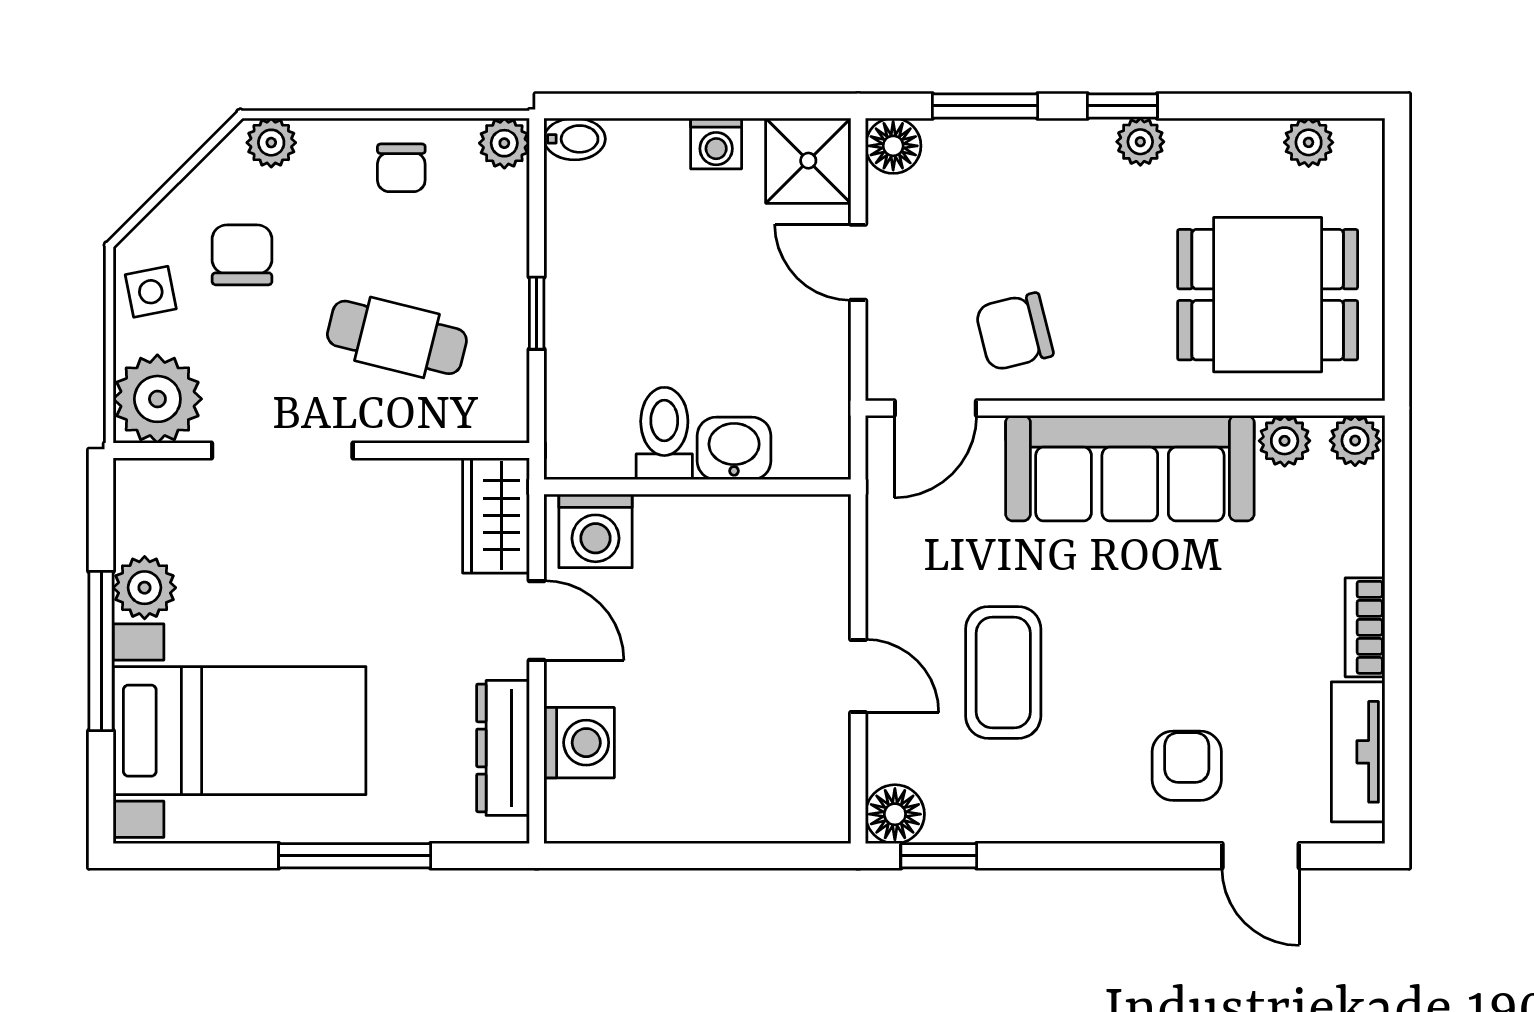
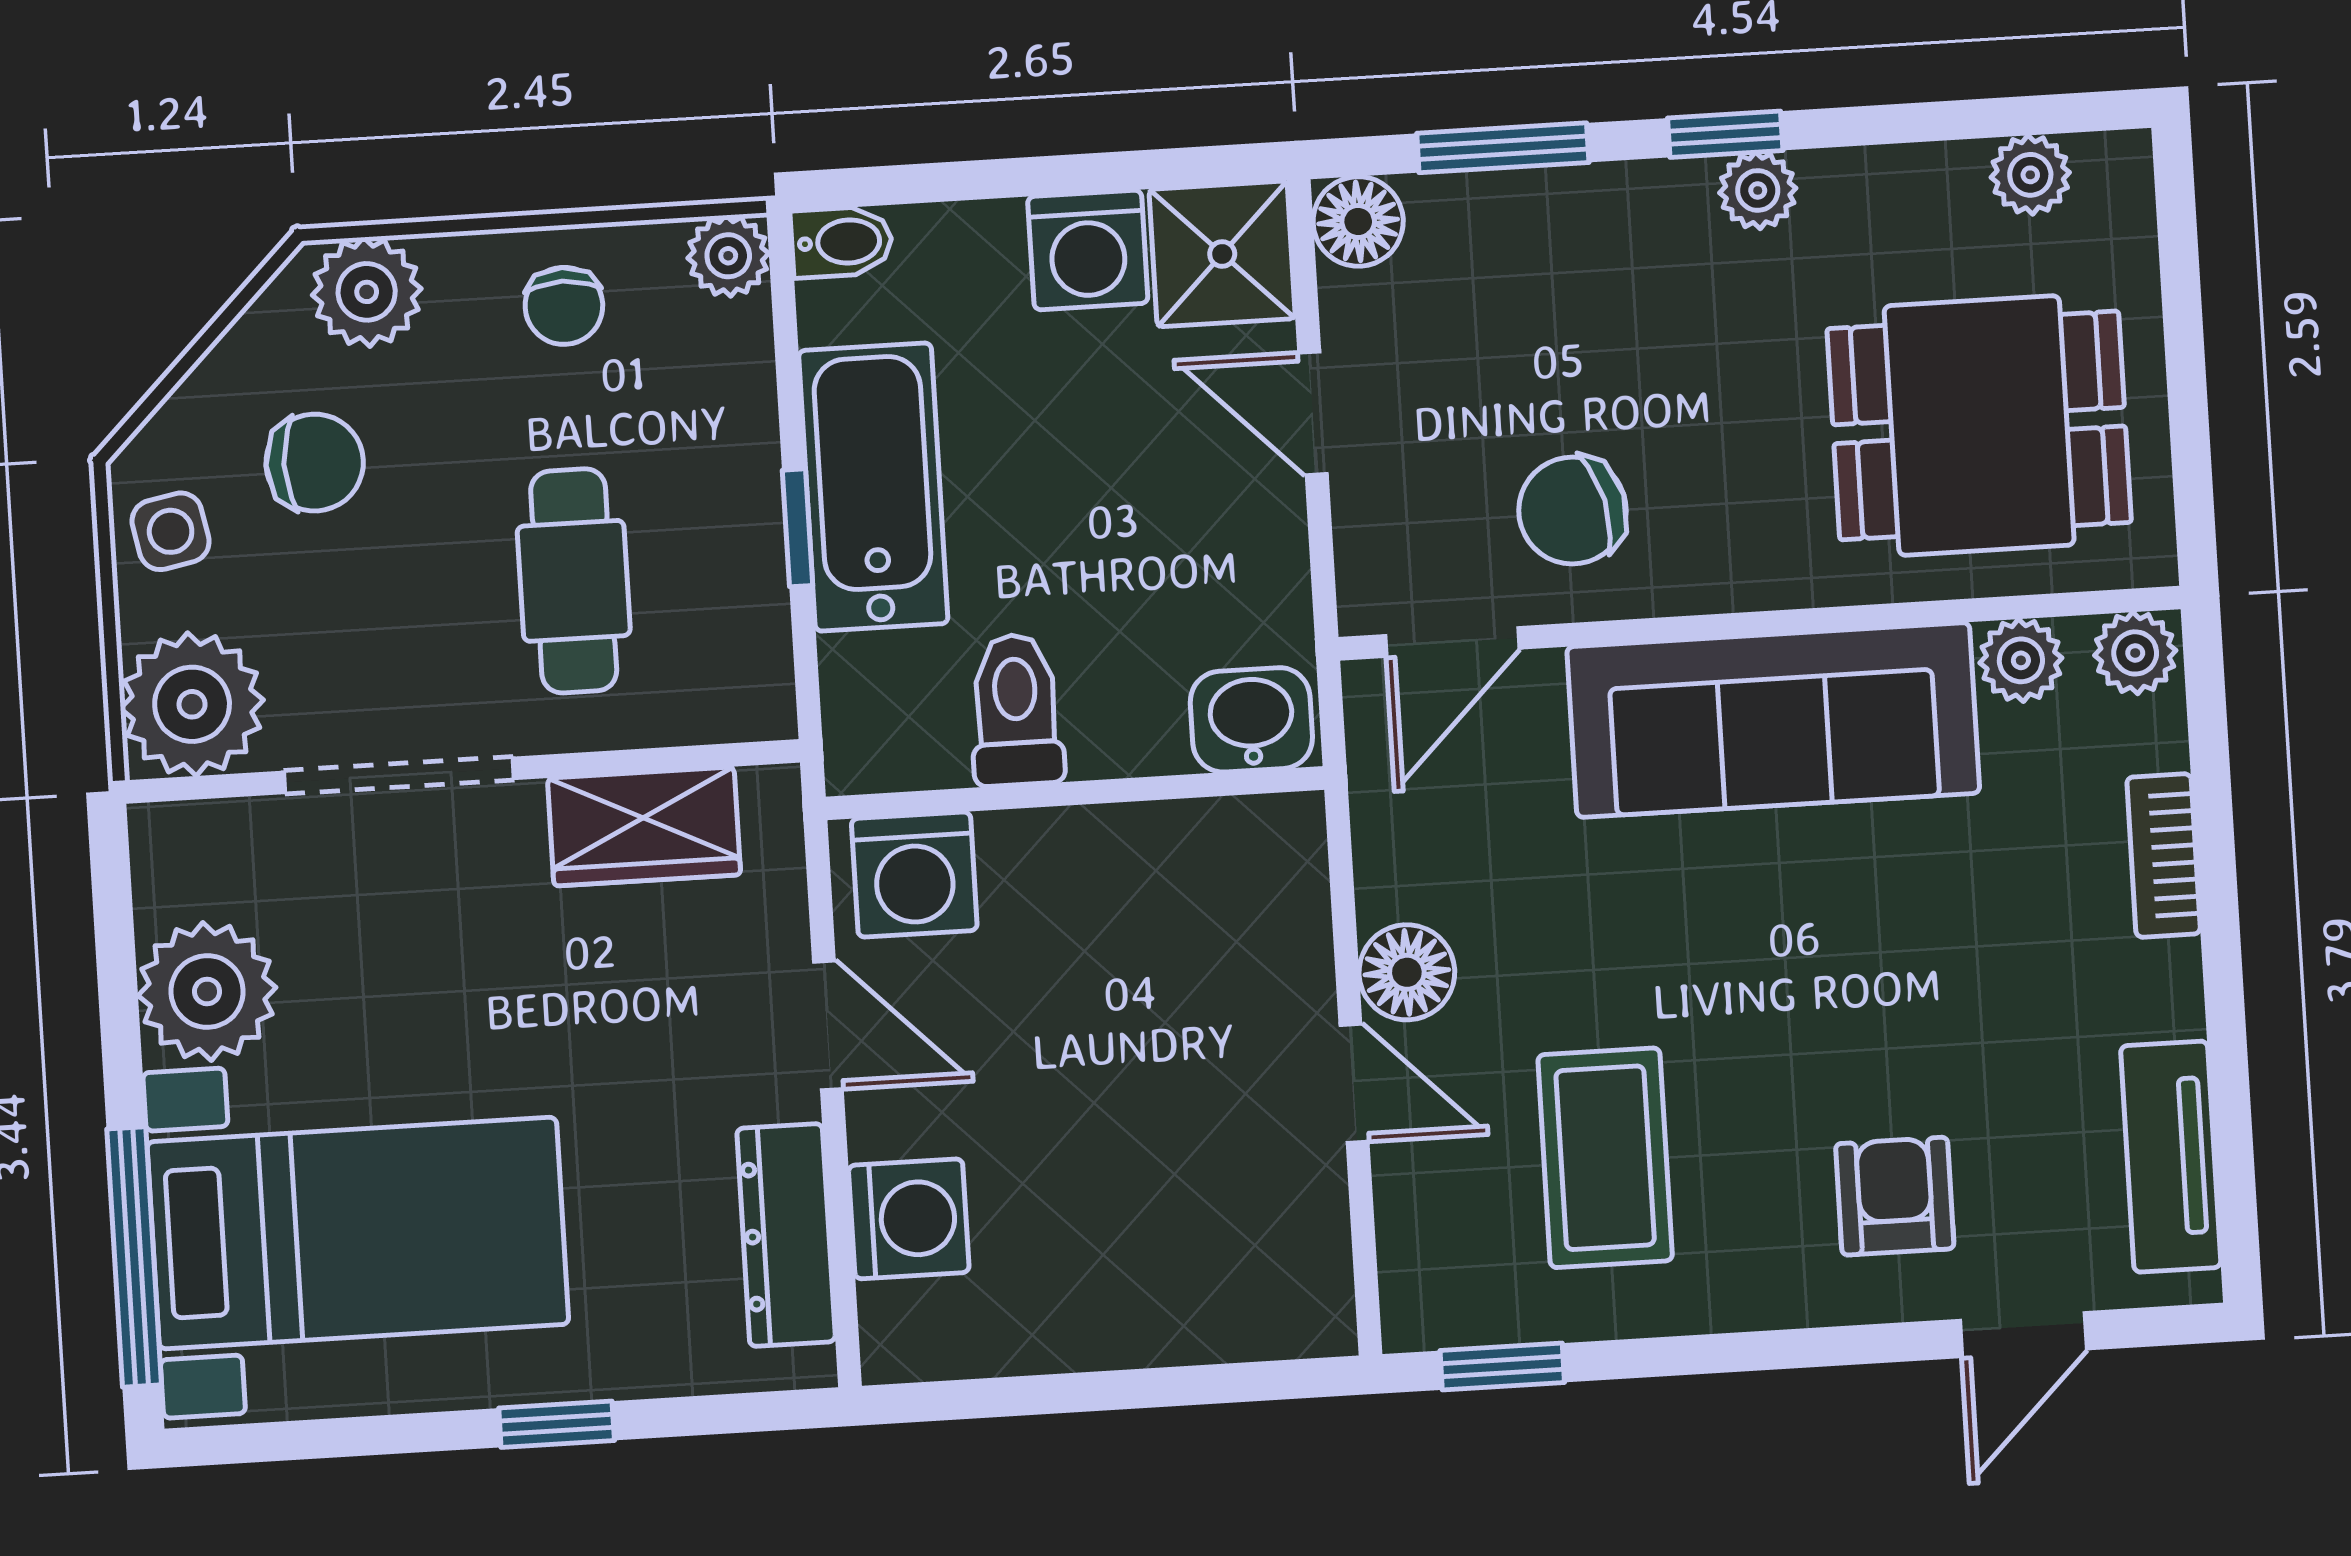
plant: (271, 143) -> (367, 292), width x1.38, depth x1.38
washing machine: (716, 144) -> (1088, 250), width x1.38, depth x1.38
chair: (242, 255) -> (315, 463), turned 90
bathtub: (585, 291) -> (873, 487), added
cafe table: (397, 337) -> (574, 581), turned 76
washbasin: (734, 448) -> (1251, 720), moved
wardrobe: (496, 515) -> (644, 826), moved, turned -90
plant: (145, 588) -> (207, 991), width x1.36, depth x1.36
bookcase: (1365, 627) -> (2164, 855), moved
window: (101, 651) -> (134, 1257), moved
coffee table: (1003, 672) -> (1605, 1158), moved
floor lamp: (895, 814) -> (1407, 972), moved
window: (355, 856) -> (557, 1424), width x0.46
door: (1261, 856) -> (2023, 1335), hinge flipped

